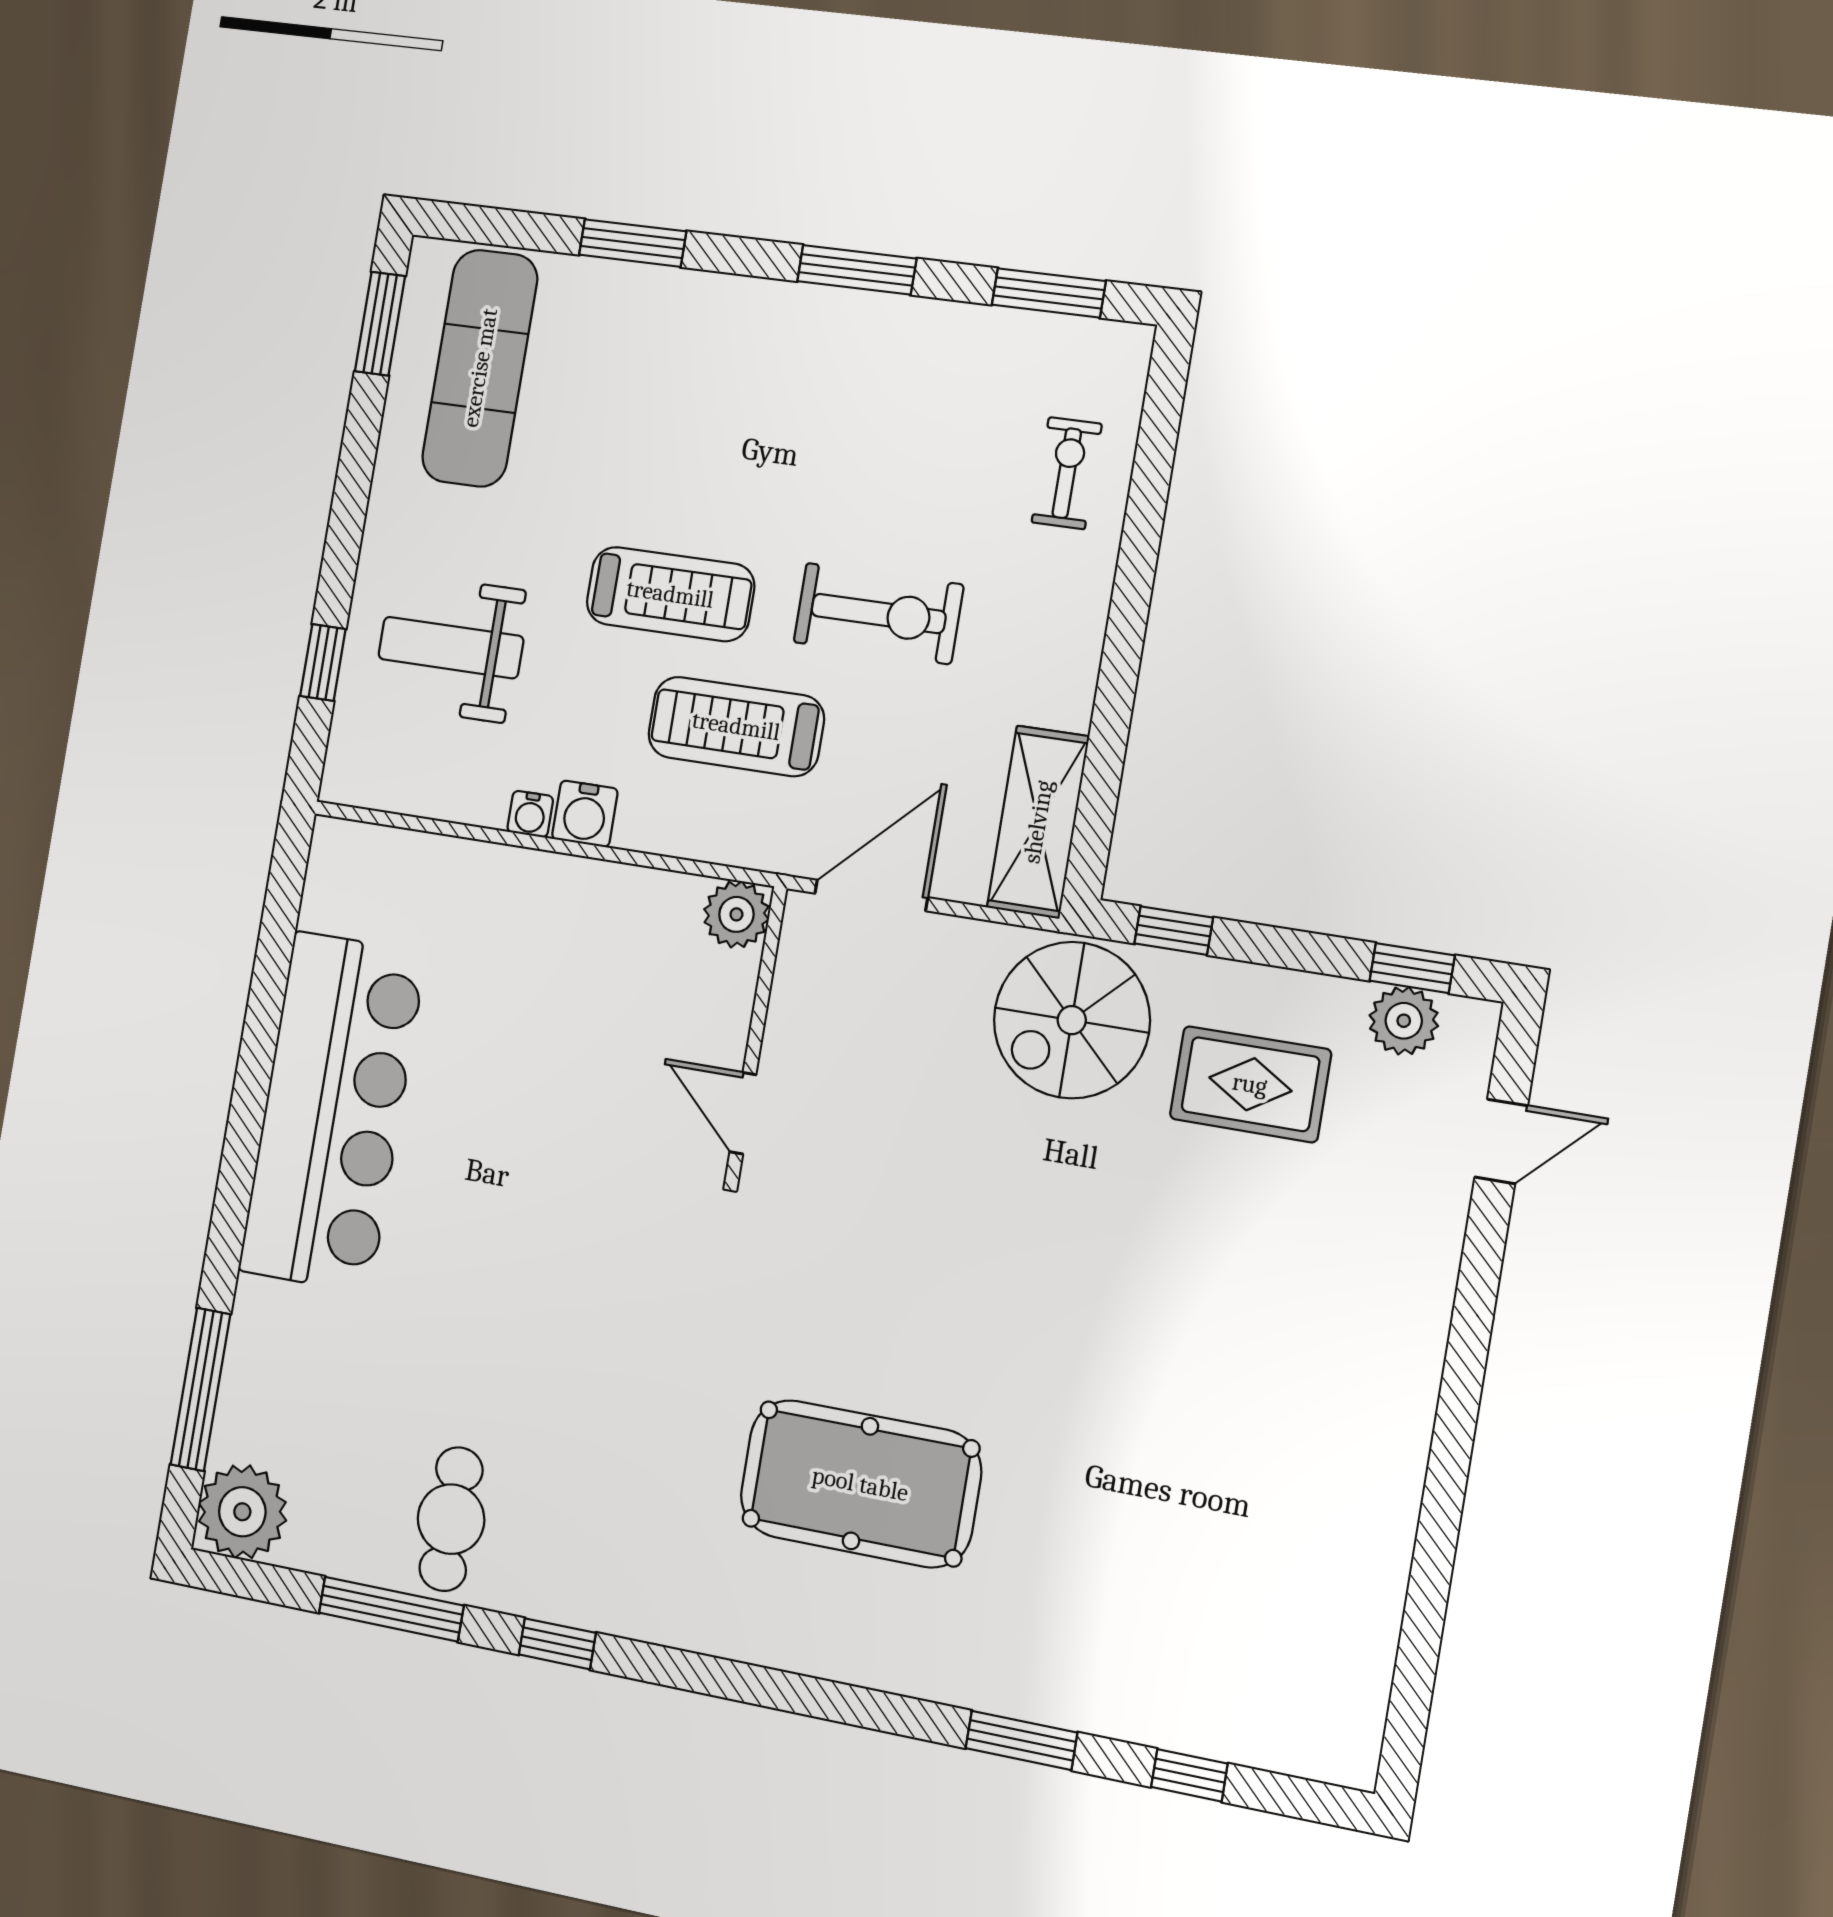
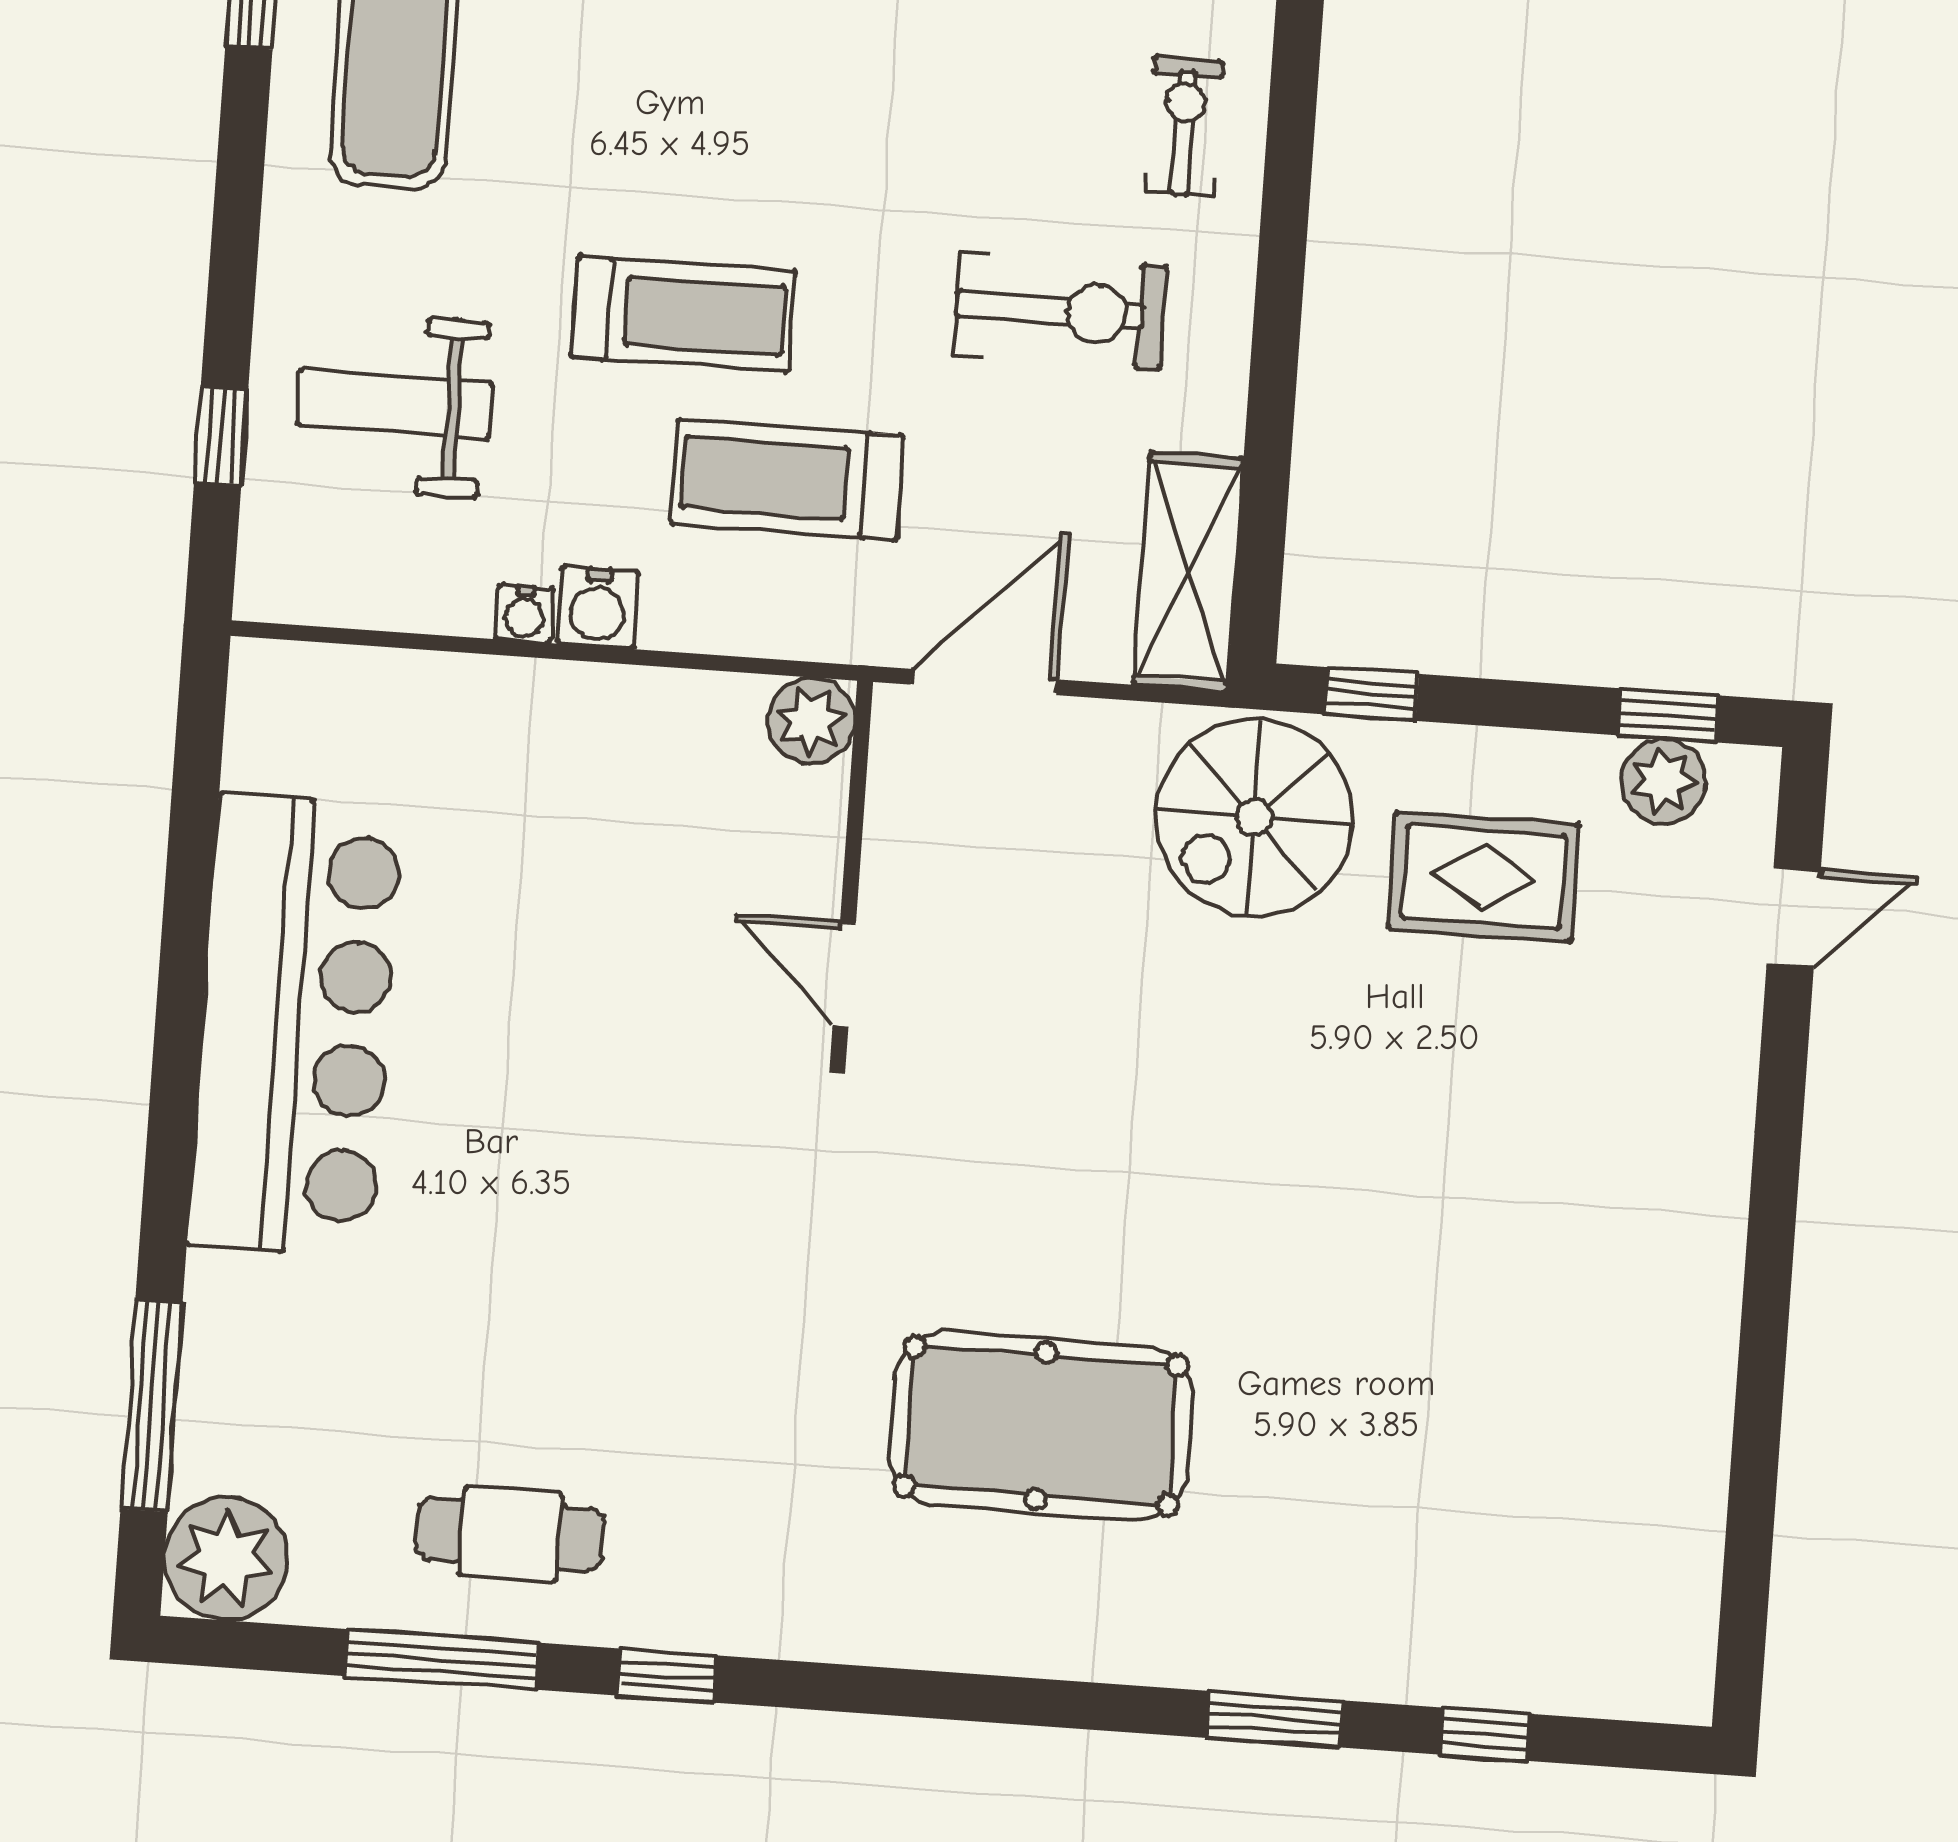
exercise bike: (878, 614) -> (1060, 311), moved
cafe table: (451, 1519) -> (510, 1534), turned 90

